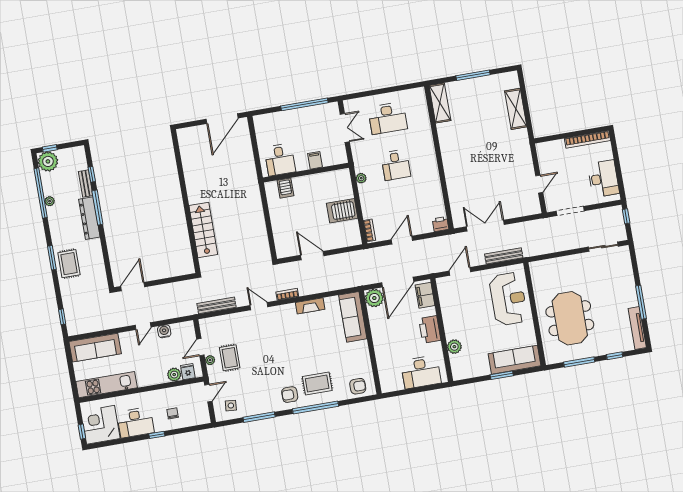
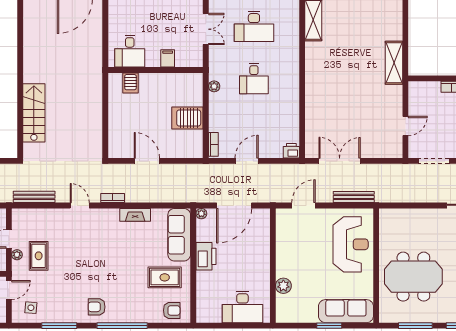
shelving: (516, 109) -> (394, 63), moved
filing cabinet: (425, 295) -> (261, 225), removed
plant: (374, 298) -> (201, 214), width x0.53, depth x0.53
meeting table: (570, 318) -> (413, 277), turned 90
printer: (430, 329) -> (206, 256), moved, turned 180
rug: (317, 383) -> (165, 277), moved

